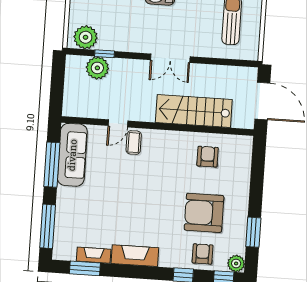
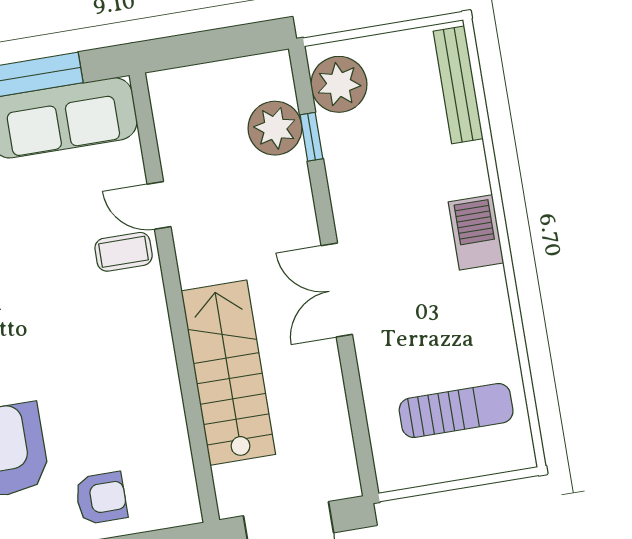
armchair: (208, 157) -> (101, 498), moved

